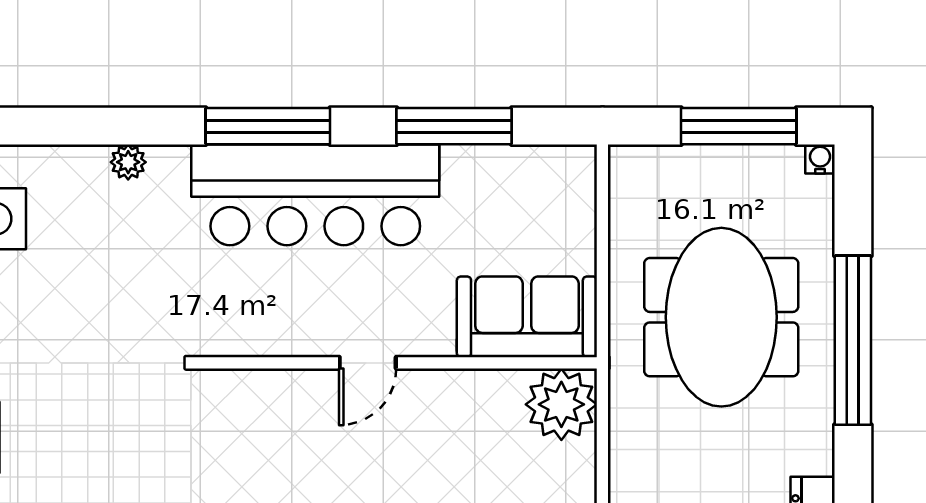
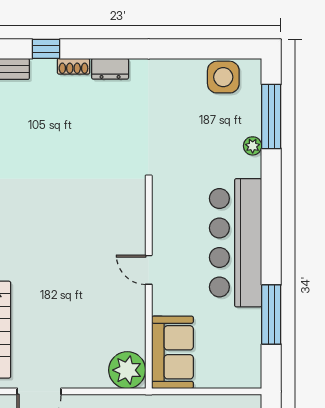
window: (268, 126) -> (271, 116), moved

